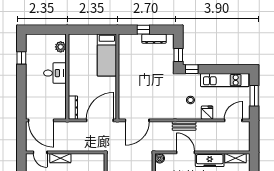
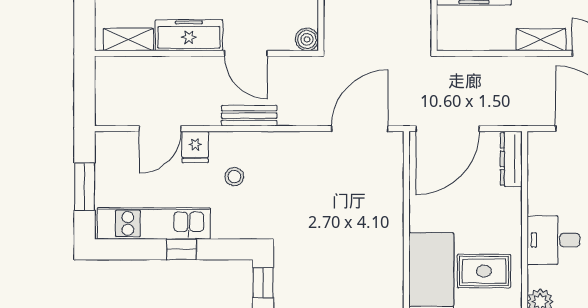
rug: (84, 60) -> (484, 271), added
window: (192, 69) -> (181, 249), moved
door: (233, 120) -> (160, 129), moved

